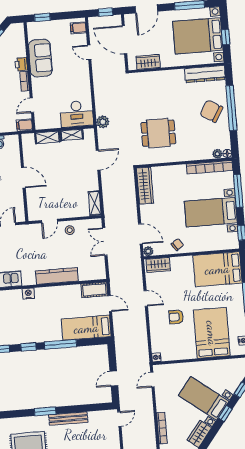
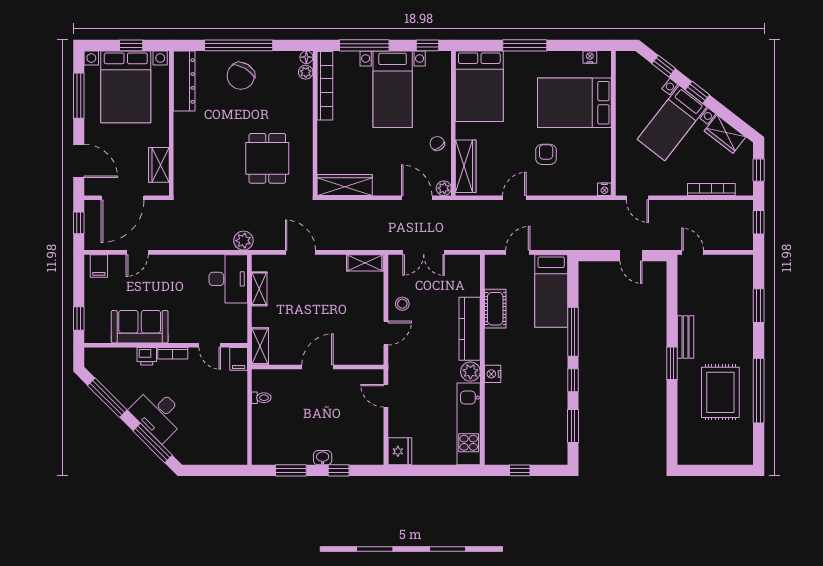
shelving: (47, 137) -> (260, 346), moved
door: (49, 221) -> (386, 333), hinge flipped
door: (140, 234) -> (417, 198), hinge flipped
wardrobe: (158, 265) -> (466, 166), width x1.50
plant: (29, 279) -> (470, 372), added
cot: (94, 290) -> (495, 309), moved
armchair: (176, 317) -> (546, 154), turned 180
bench: (68, 419) -> (686, 337), width x0.73

